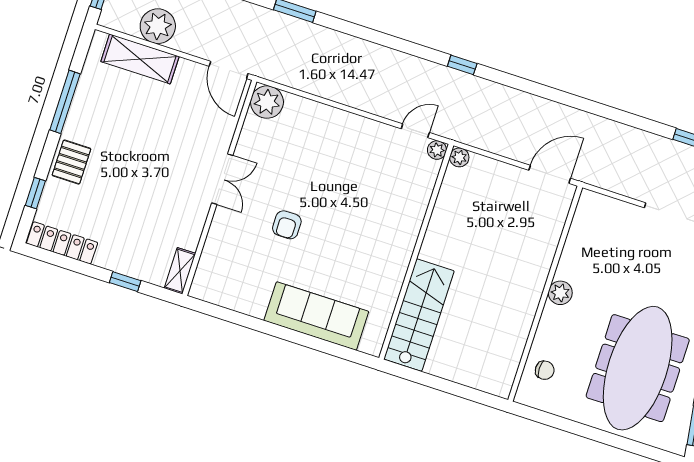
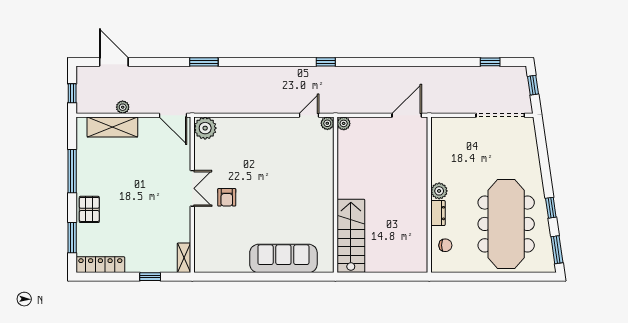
plant: (158, 26) -> (123, 107), width x0.53, depth x0.53
window: (35, 193) -> (72, 238), width x1.50
armchair: (287, 225) -> (227, 197), moved
dresser: (549, 323) -> (438, 213), added

